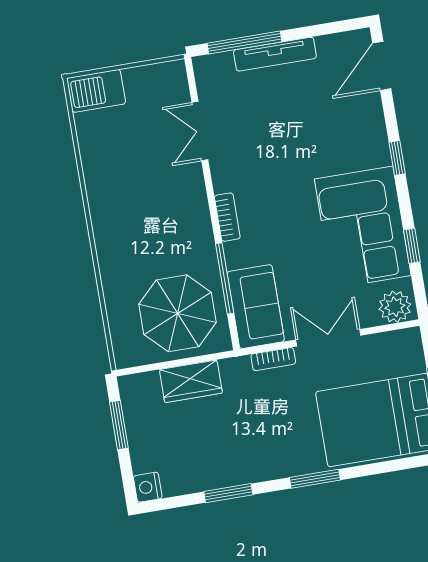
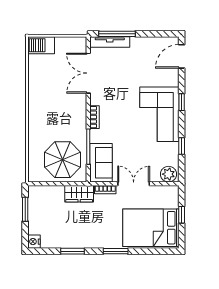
tv unit: (275, 54) -> (110, 42), moved
double door: (200, 131) -> (88, 73), width x1.37
corner sofa: (363, 227) -> (159, 114), moved
wardrobe: (191, 381) -> (79, 194), moved

